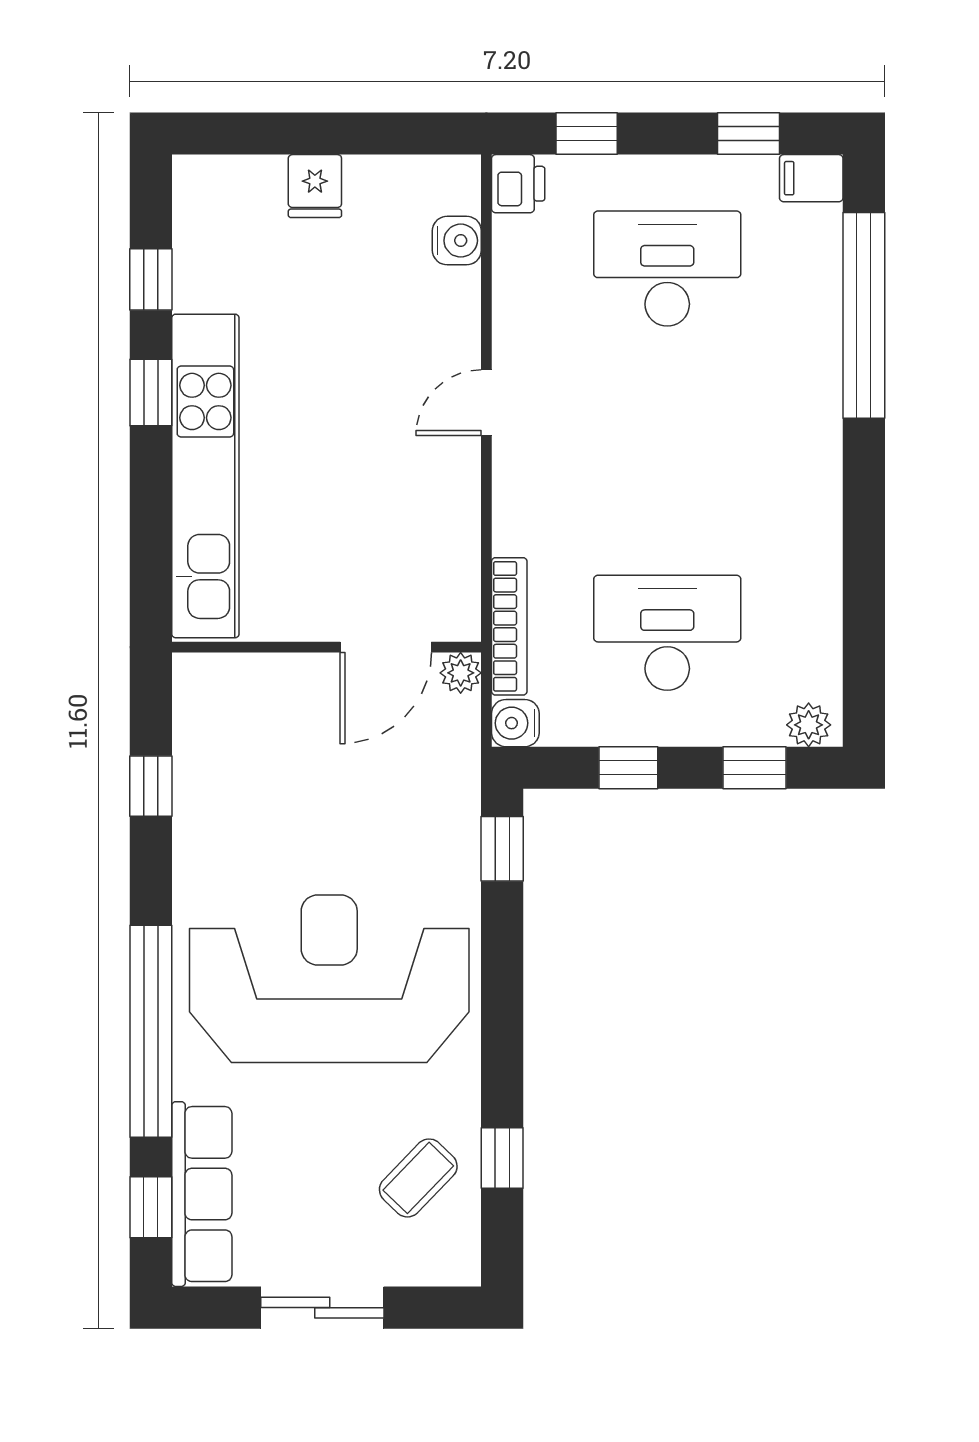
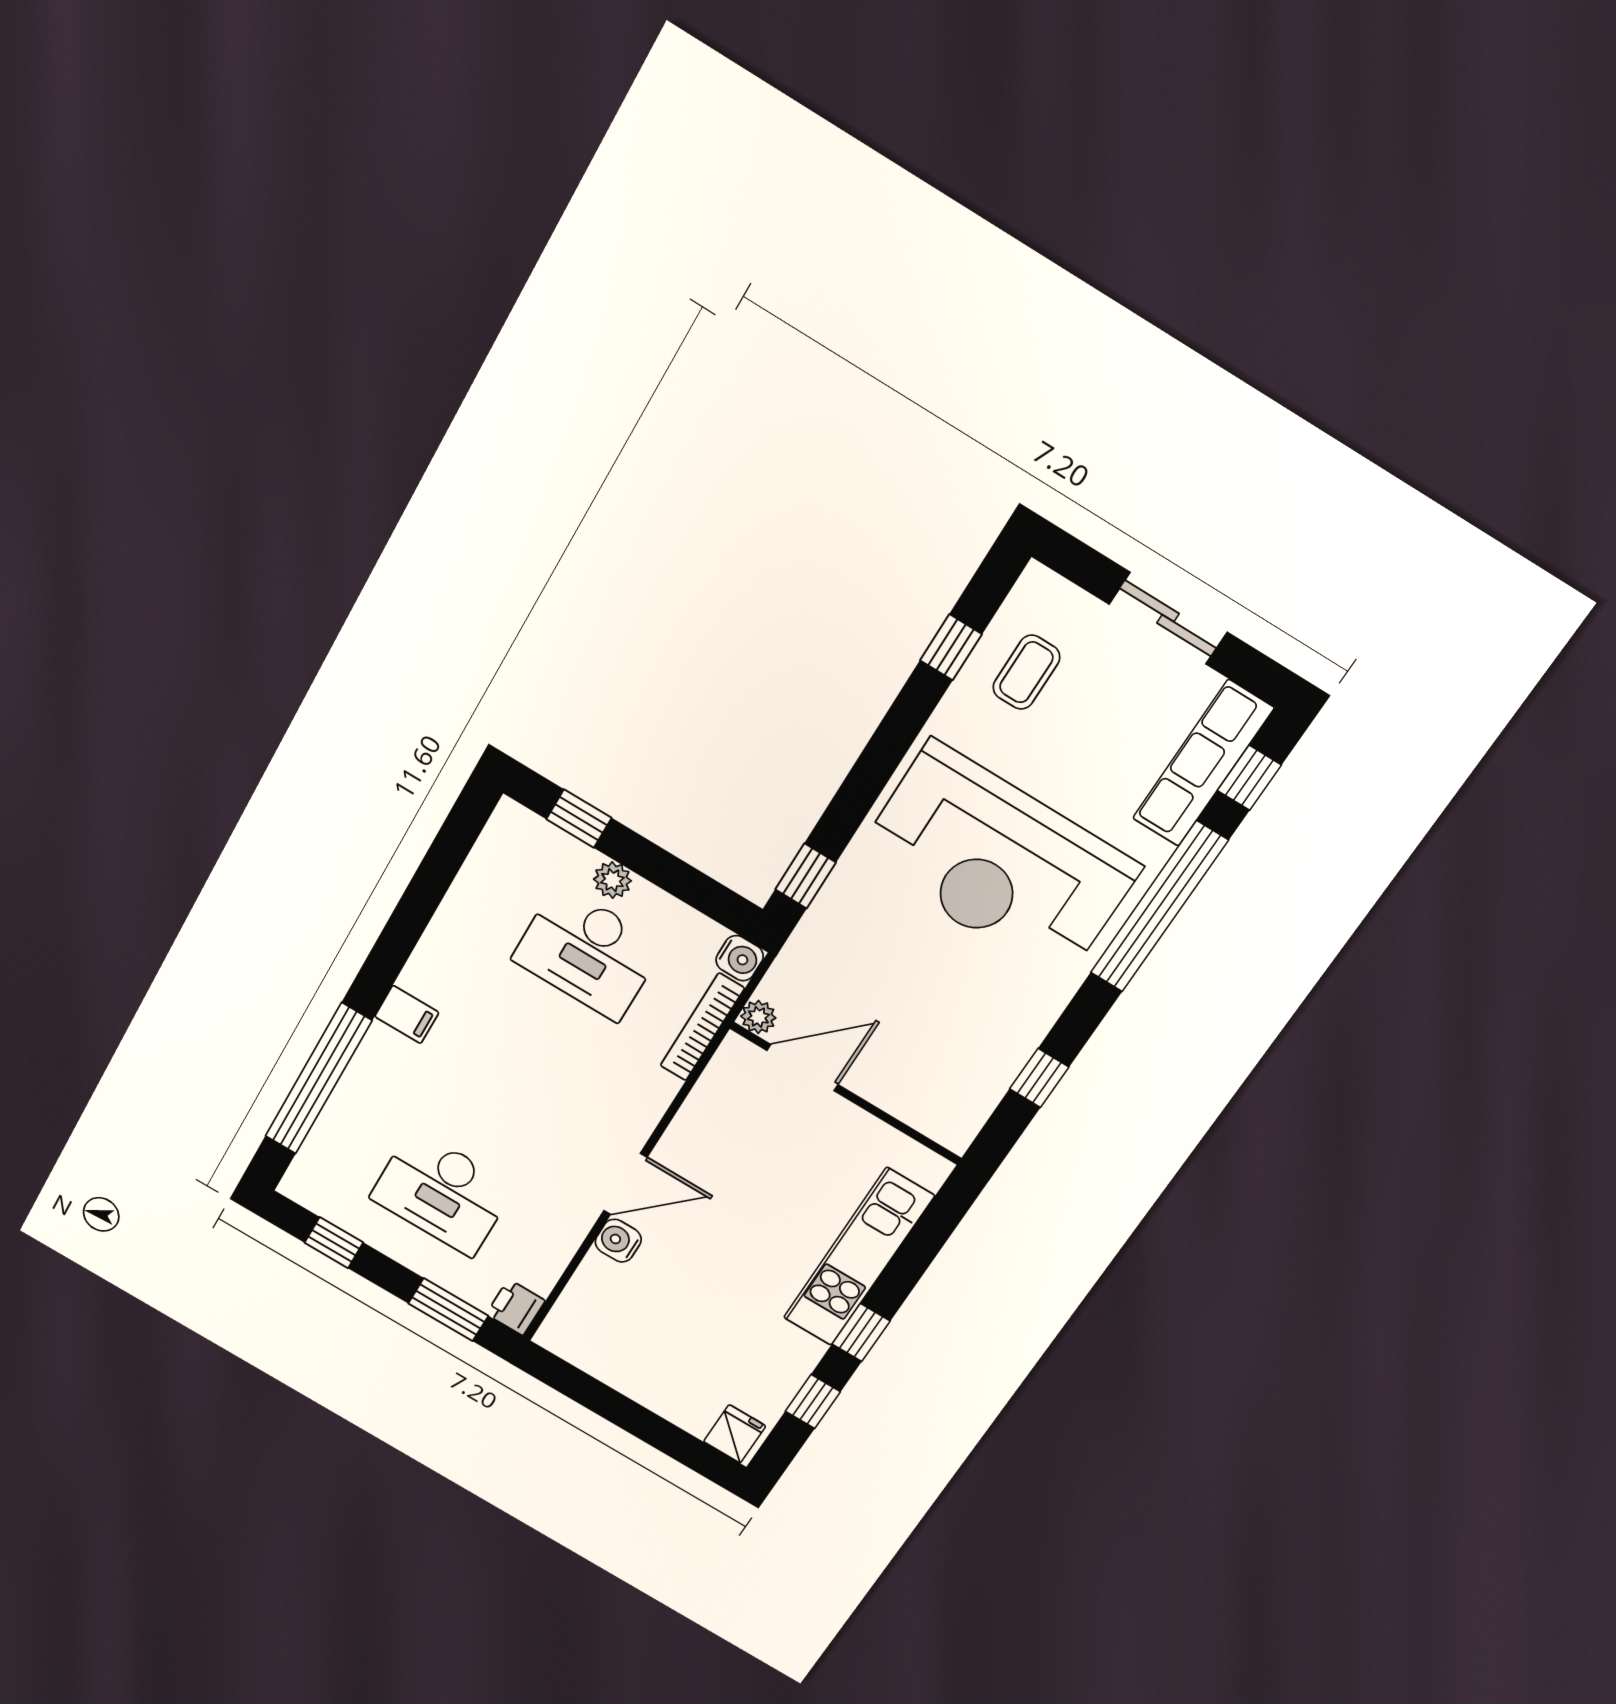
window: (587, 134) -> (448, 1310), width x1.50
filing cabinet: (811, 178) -> (407, 1014), moved
fridge: (315, 186) -> (735, 1434), moved
water cooler: (457, 241) -> (618, 1241), moved
door: (486, 403) -> (625, 1184), width x1.38
kitchen unit: (205, 476) -> (858, 1257), width x0.73
plant: (809, 725) -> (612, 880), moved
window: (628, 768) -> (674, 876), removed
coffee table: (418, 1178) -> (1026, 672), turned -44

